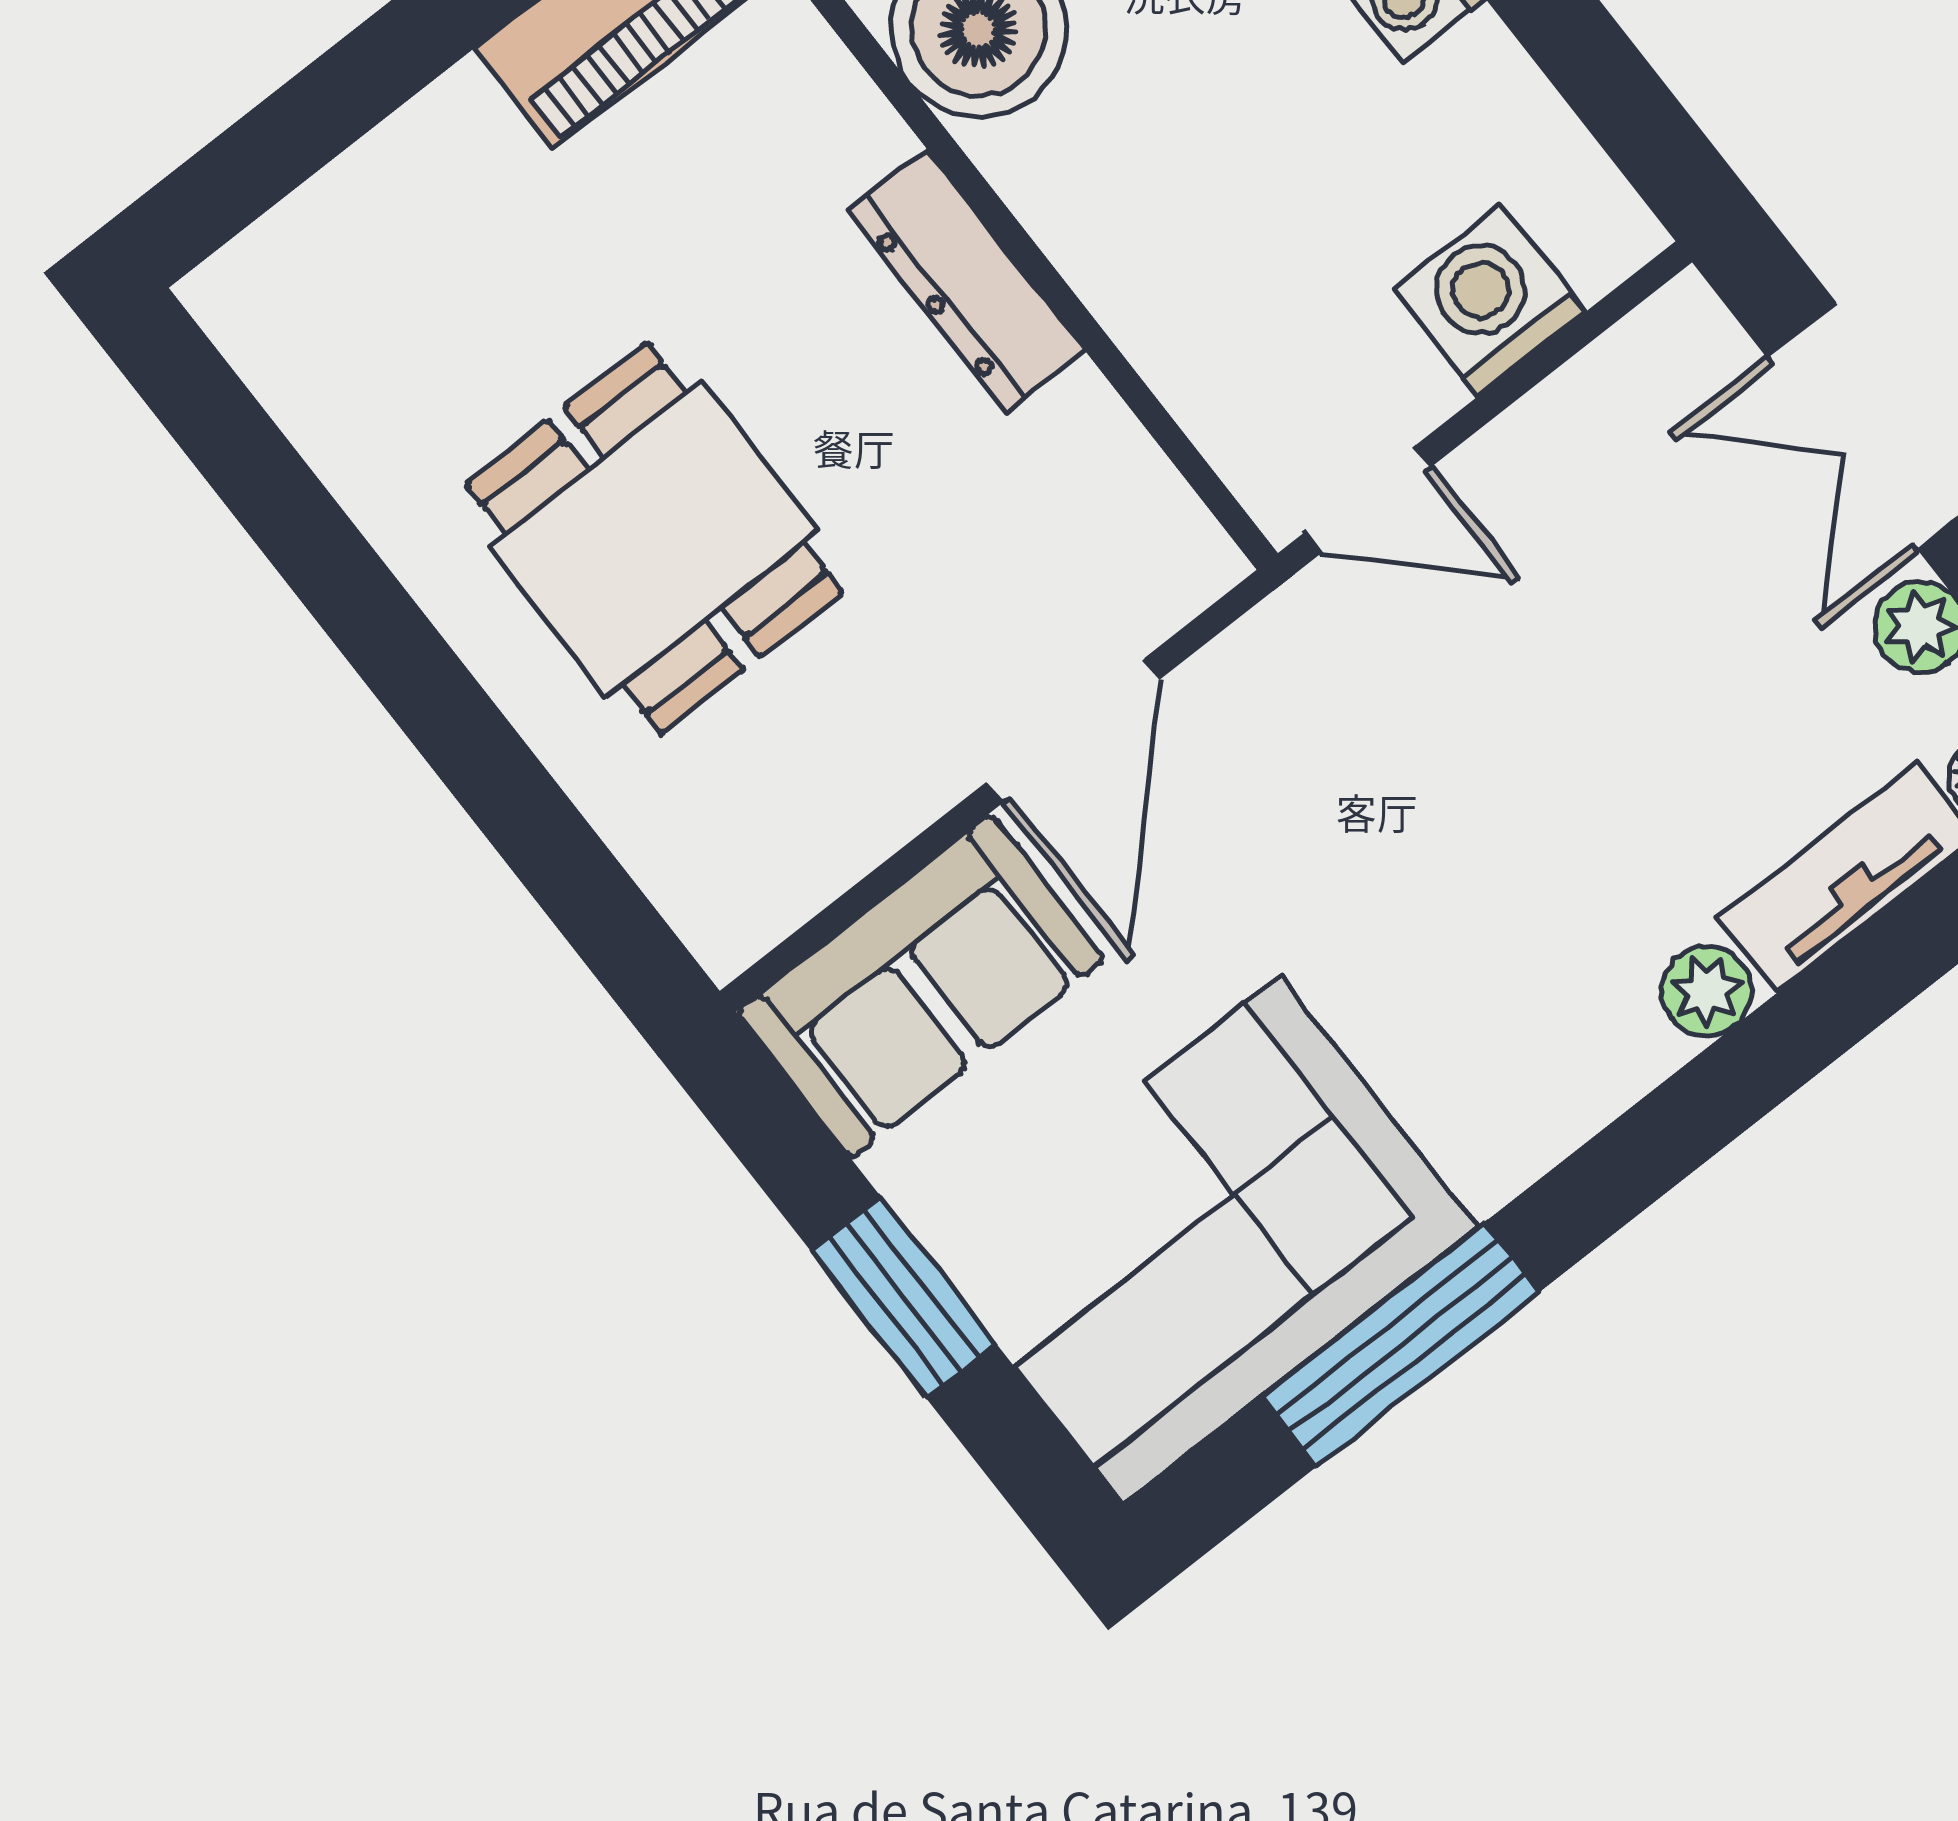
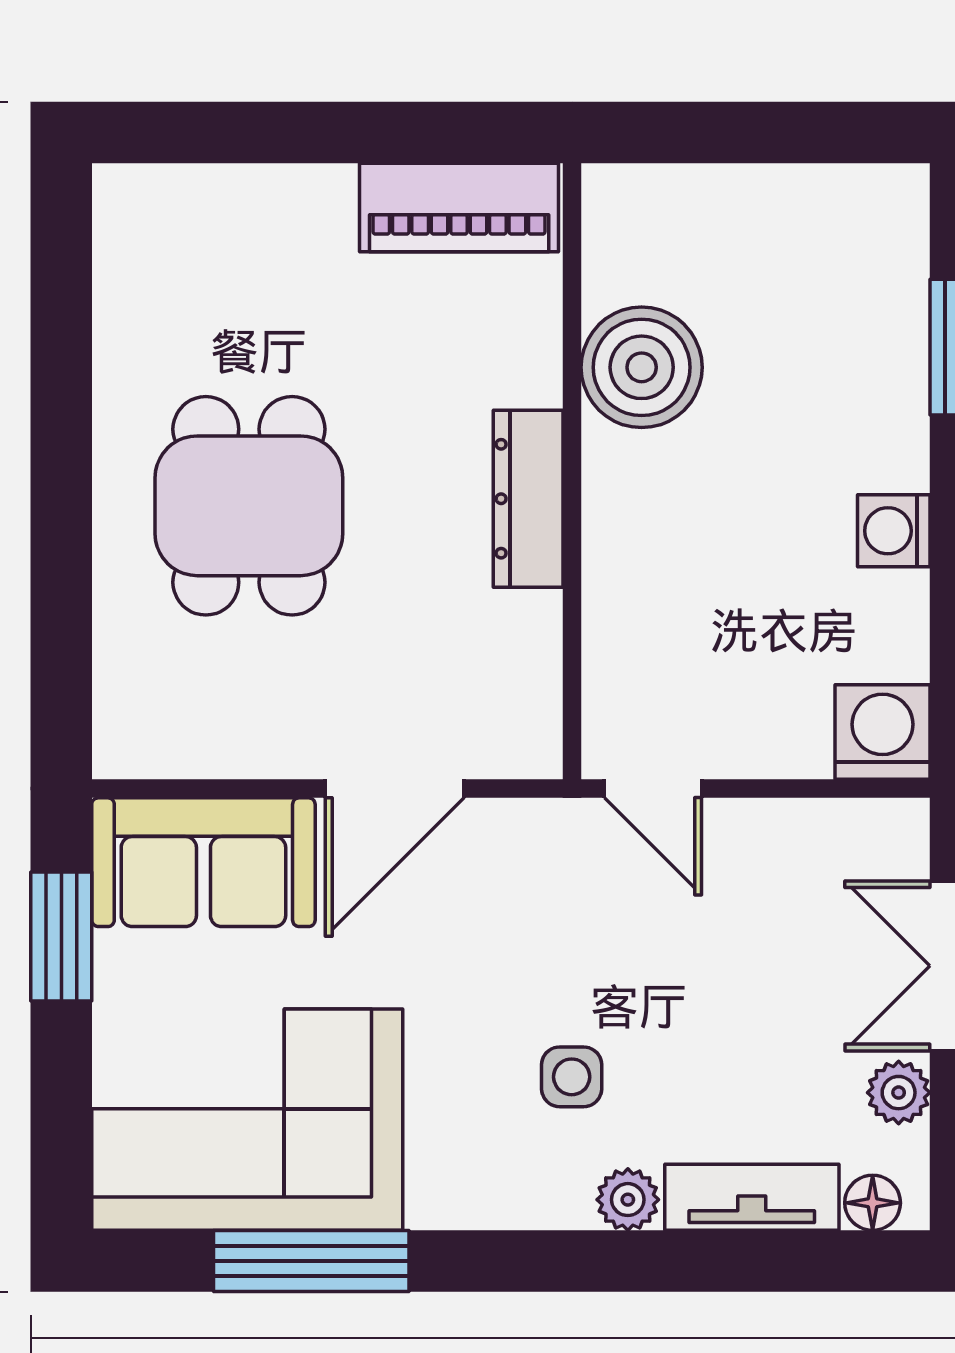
washing machine: (1489, 300) -> (883, 732), moved
side table: (1533, 901) -> (572, 1077), added
window: (904, 1298) -> (61, 937), moved

